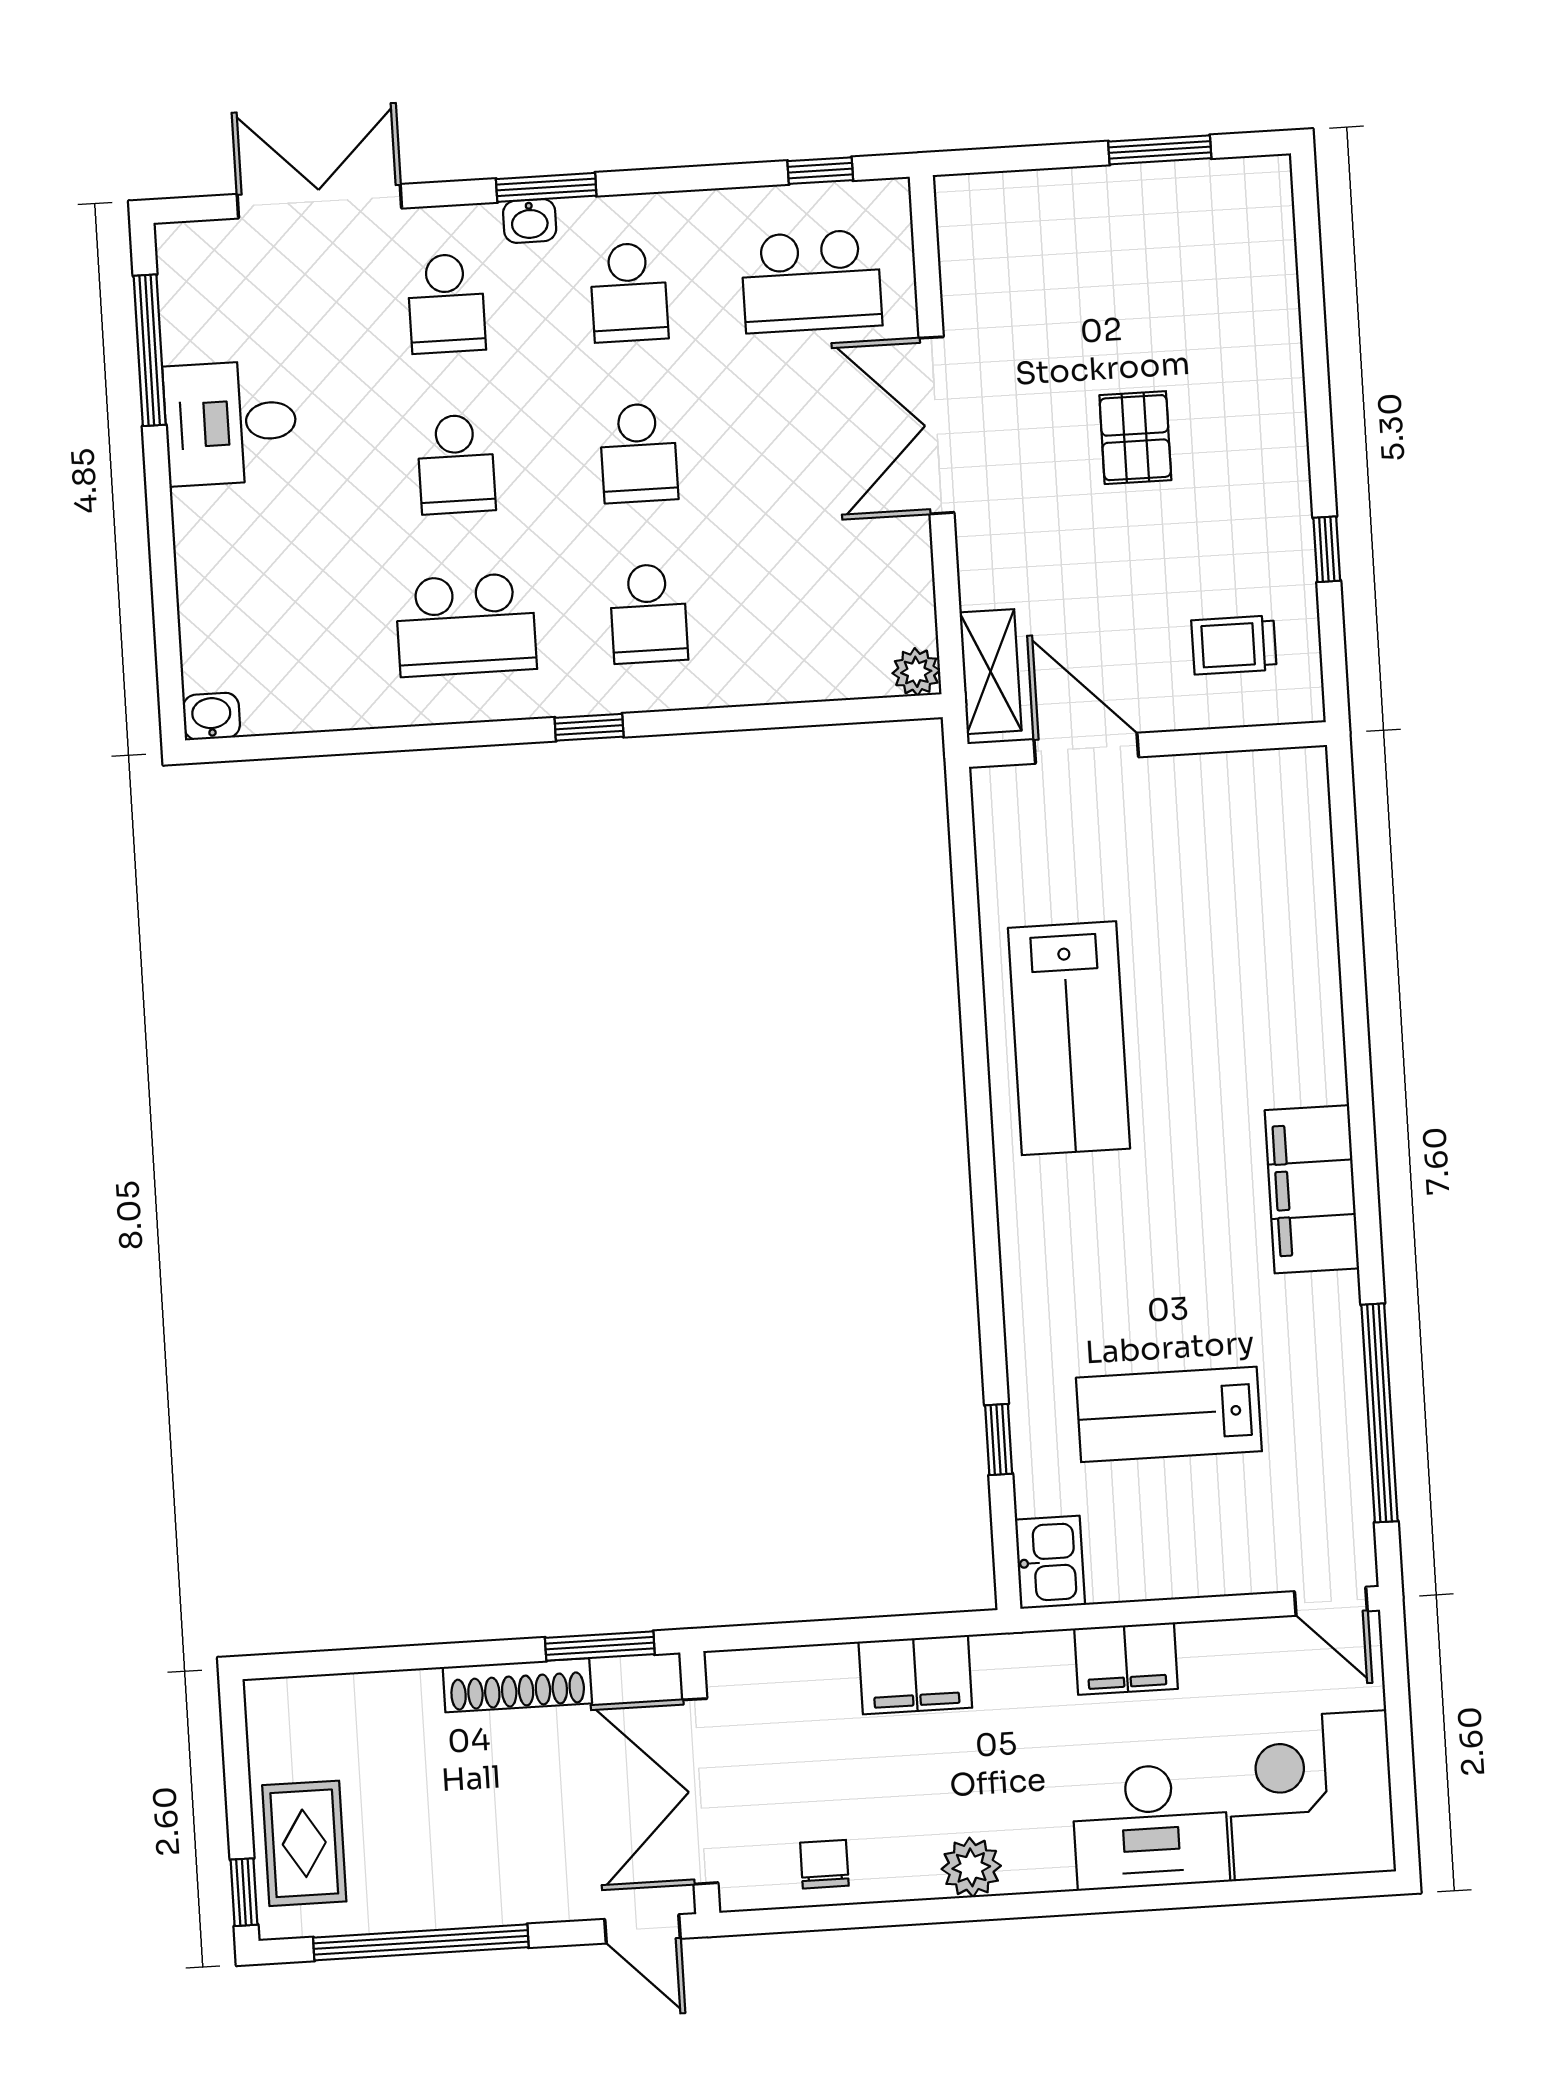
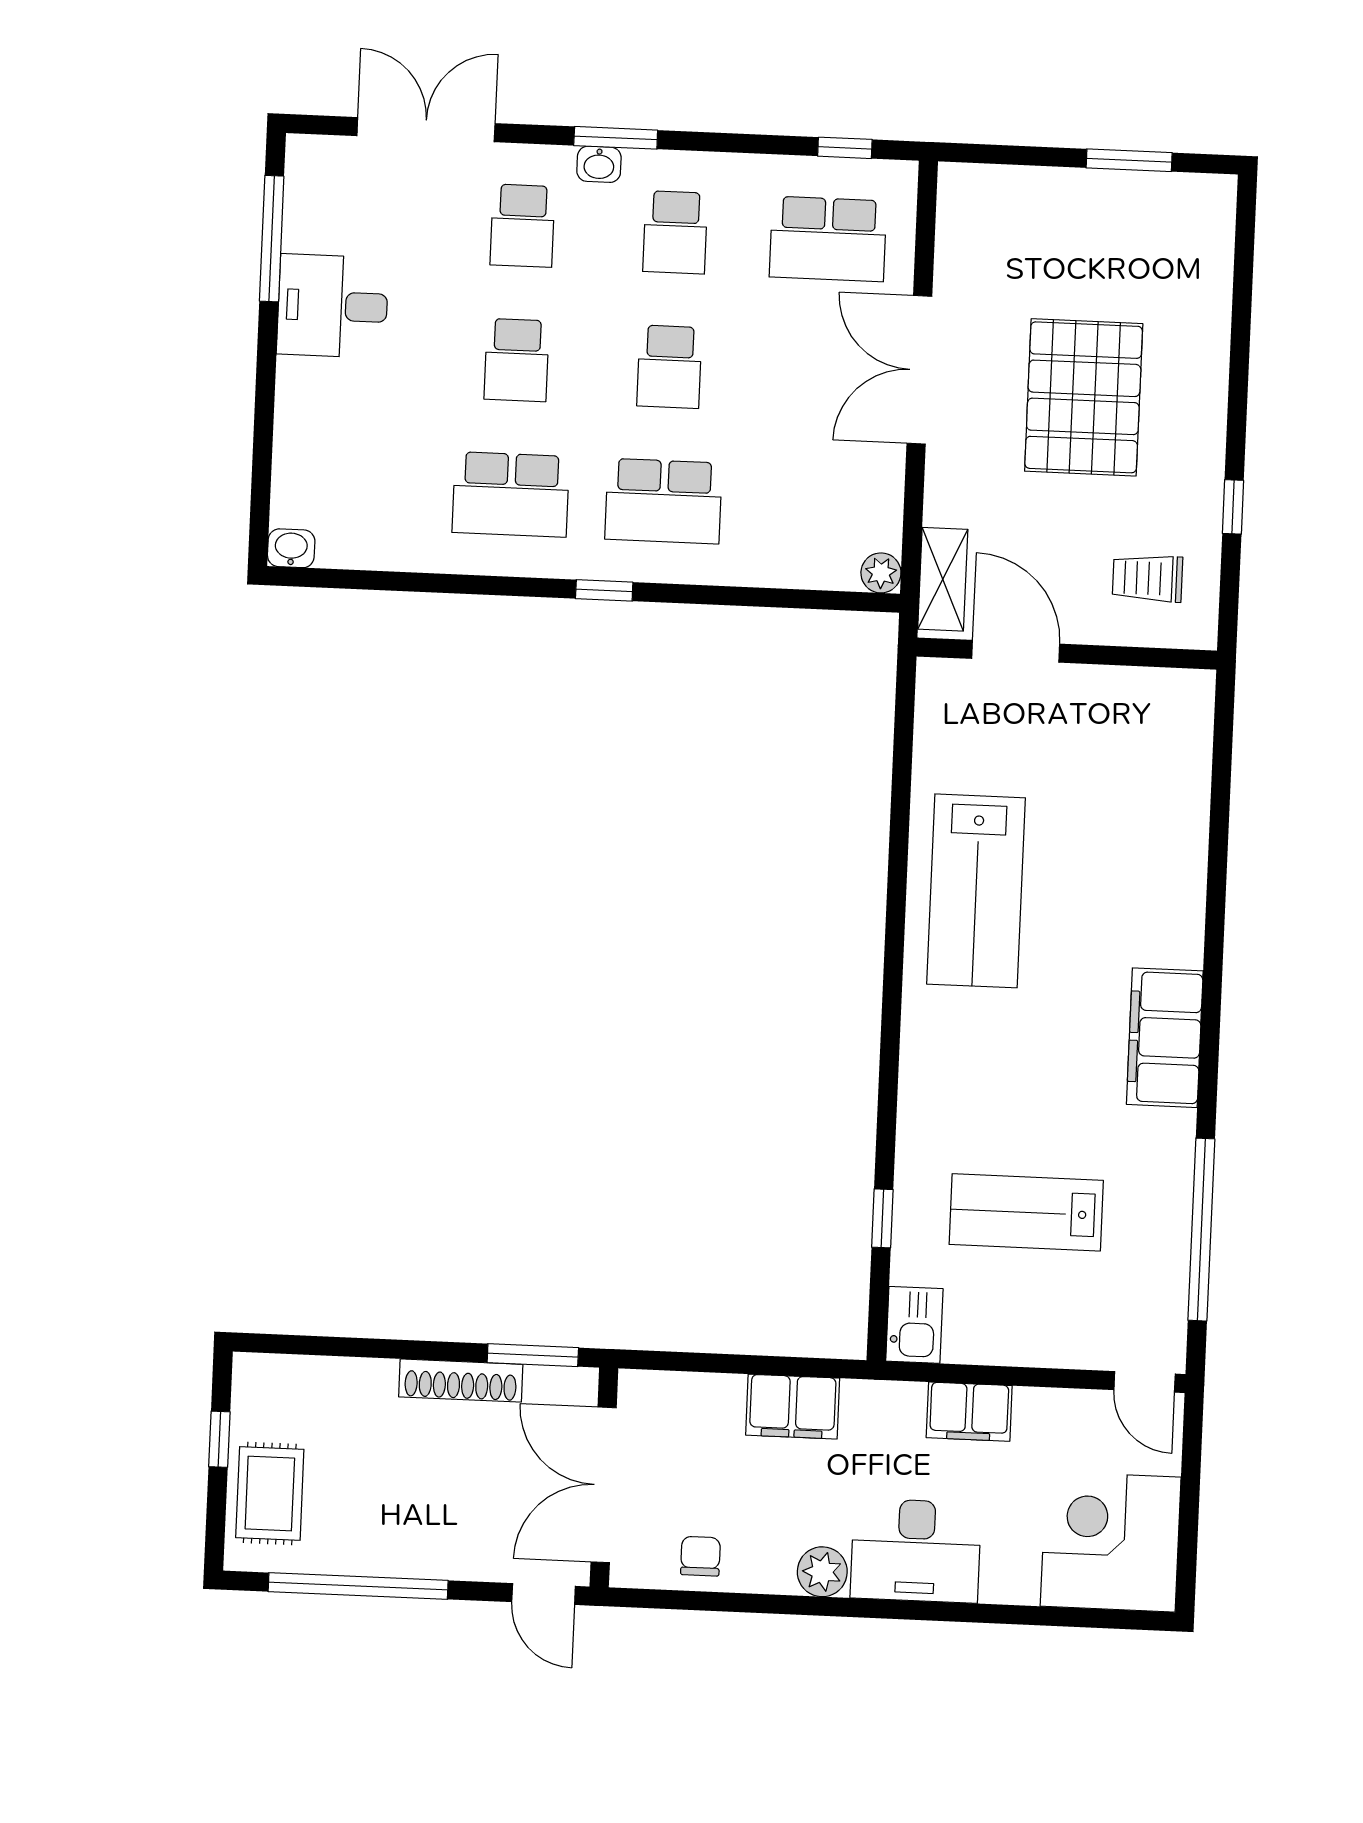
pallet: (1135, 438) -> (1084, 397), width x2.05, depth x2.00
school desk: (649, 614) -> (664, 501), width x1.85
desk: (1150, 1826) -> (916, 1551), moved
window: (244, 1892) -> (219, 1439), moved

